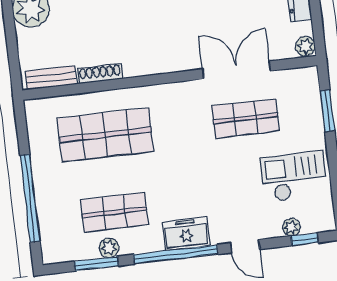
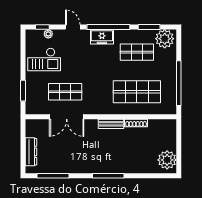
plant: (305, 46) -> (30, 125), removed
bench: (51, 78) -> (111, 124), moved
window: (30, 198) -> (179, 83), moved
plant: (109, 248) -> (165, 39), moved, width x1.87, depth x1.87

